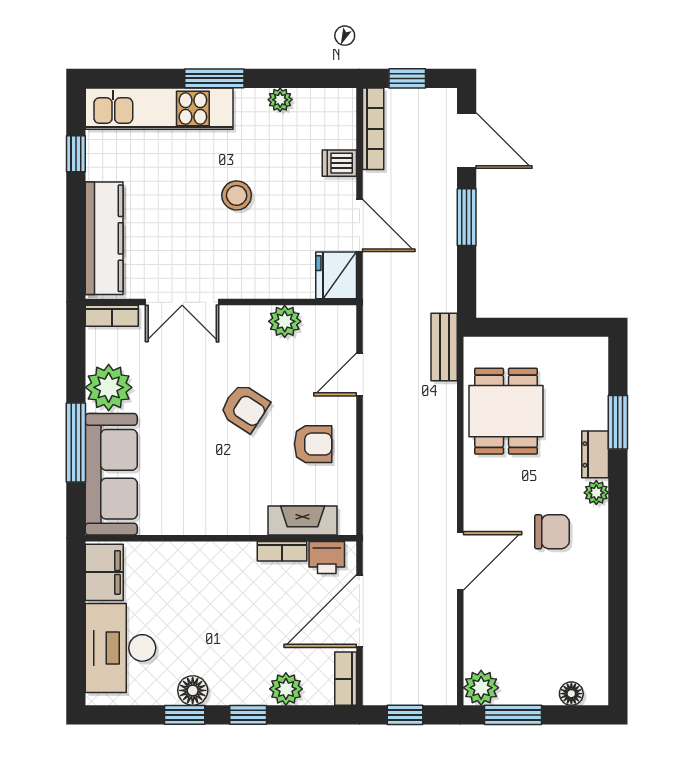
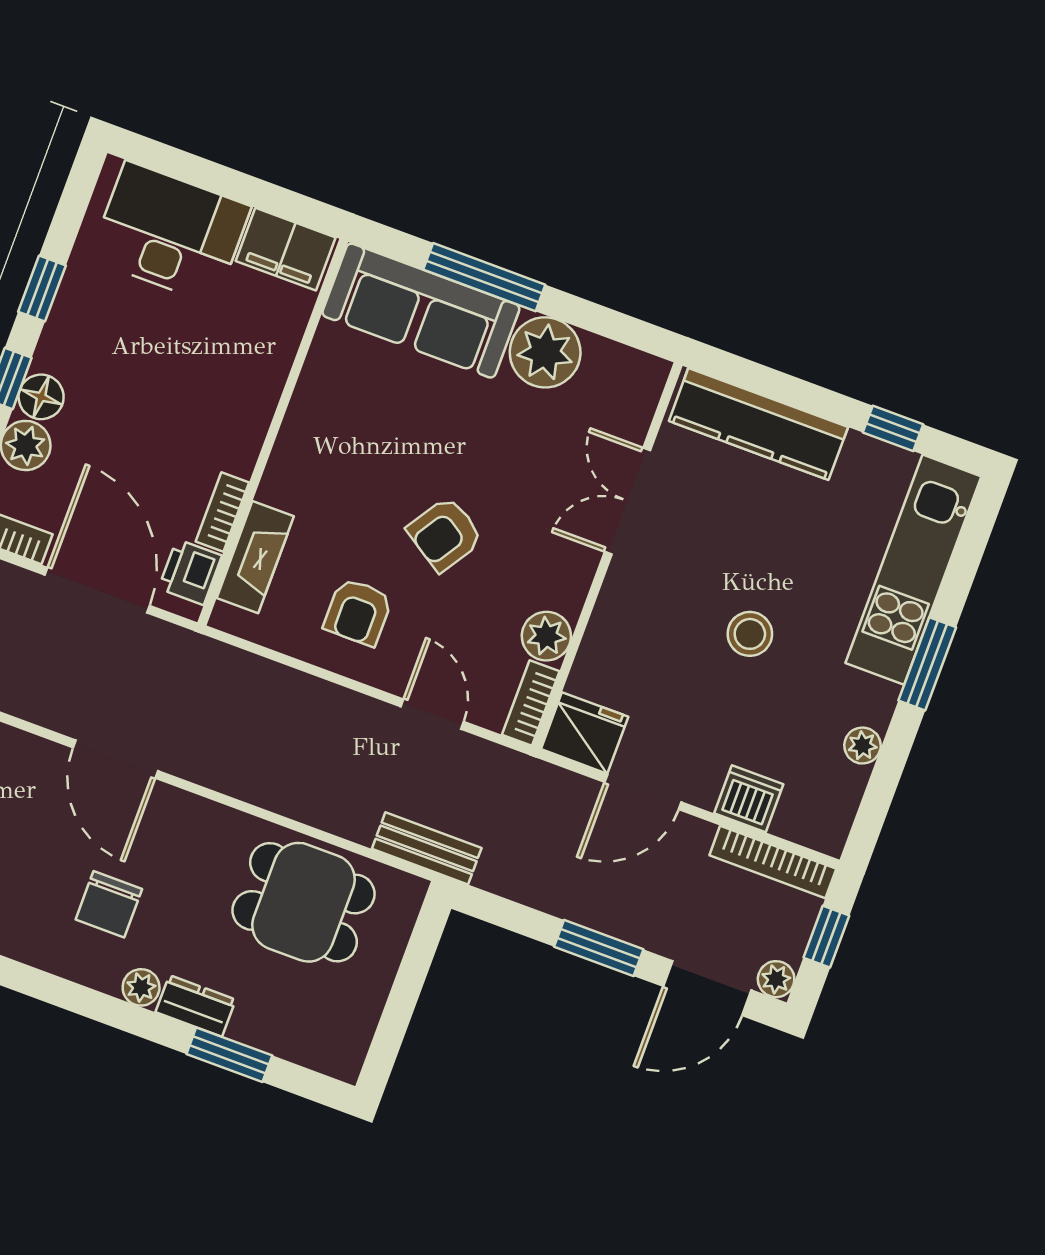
plant: (445, 100) -> (776, 979), added
dishwasher: (339, 163) -> (749, 799), width x1.38
bookcase: (112, 316) -> (531, 703), moved
floor lamp: (193, 690) -> (41, 397), moved

